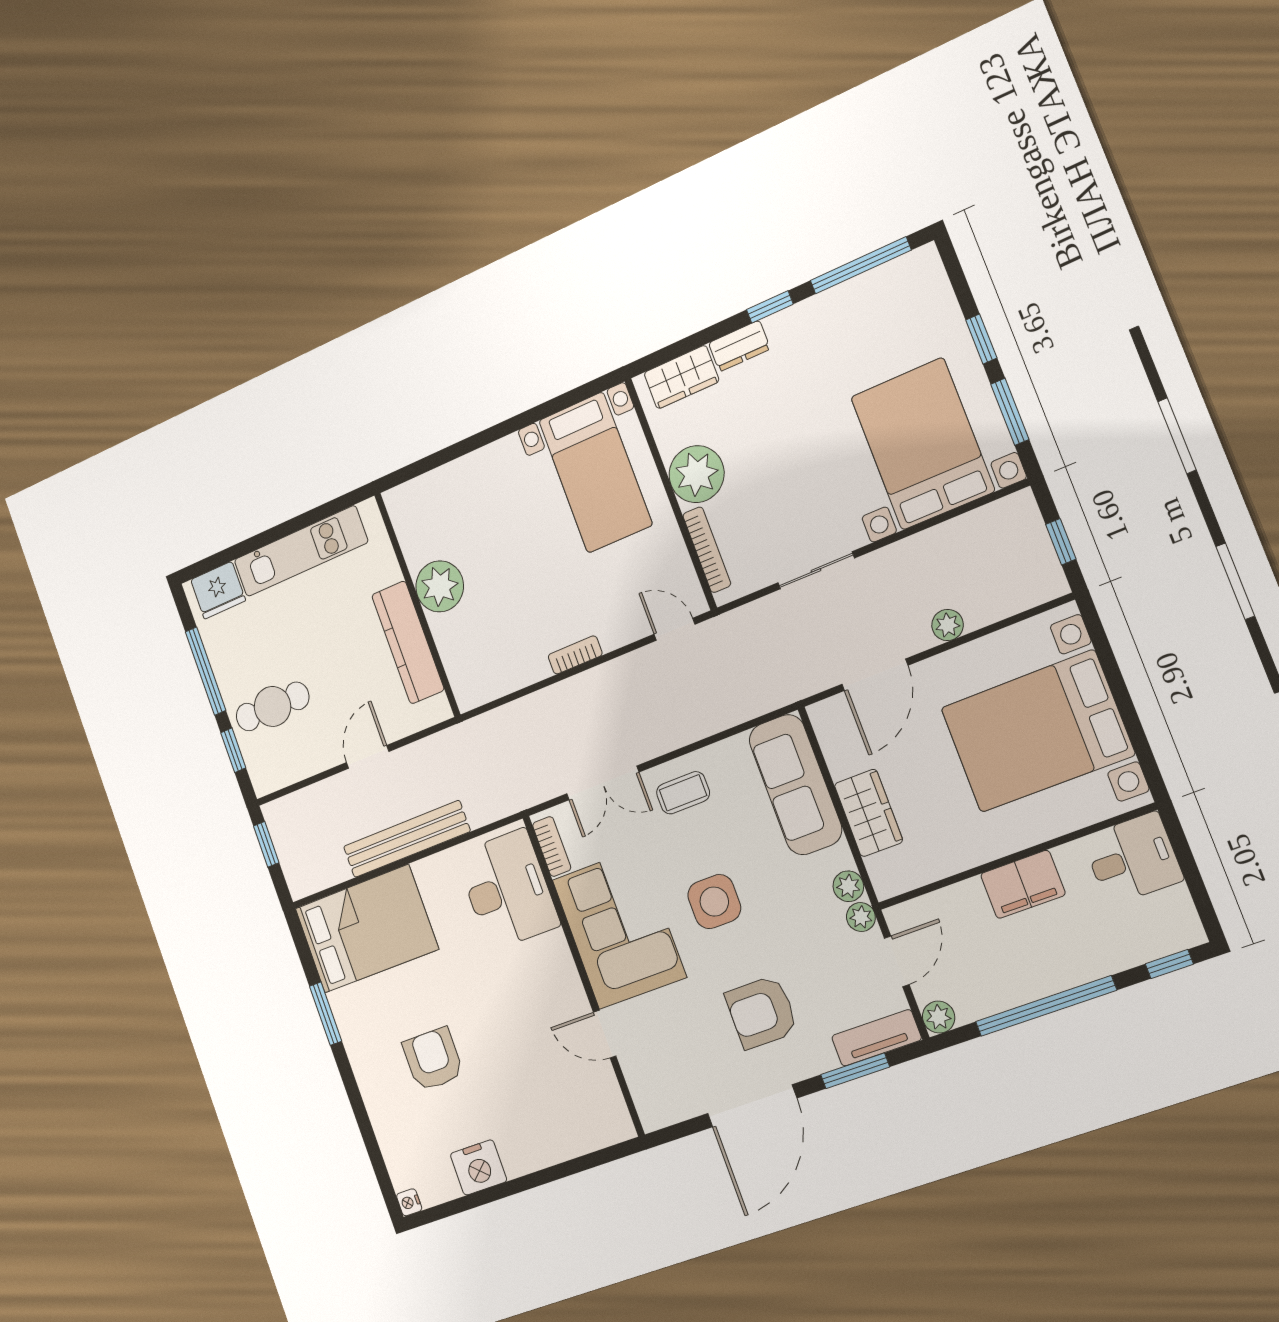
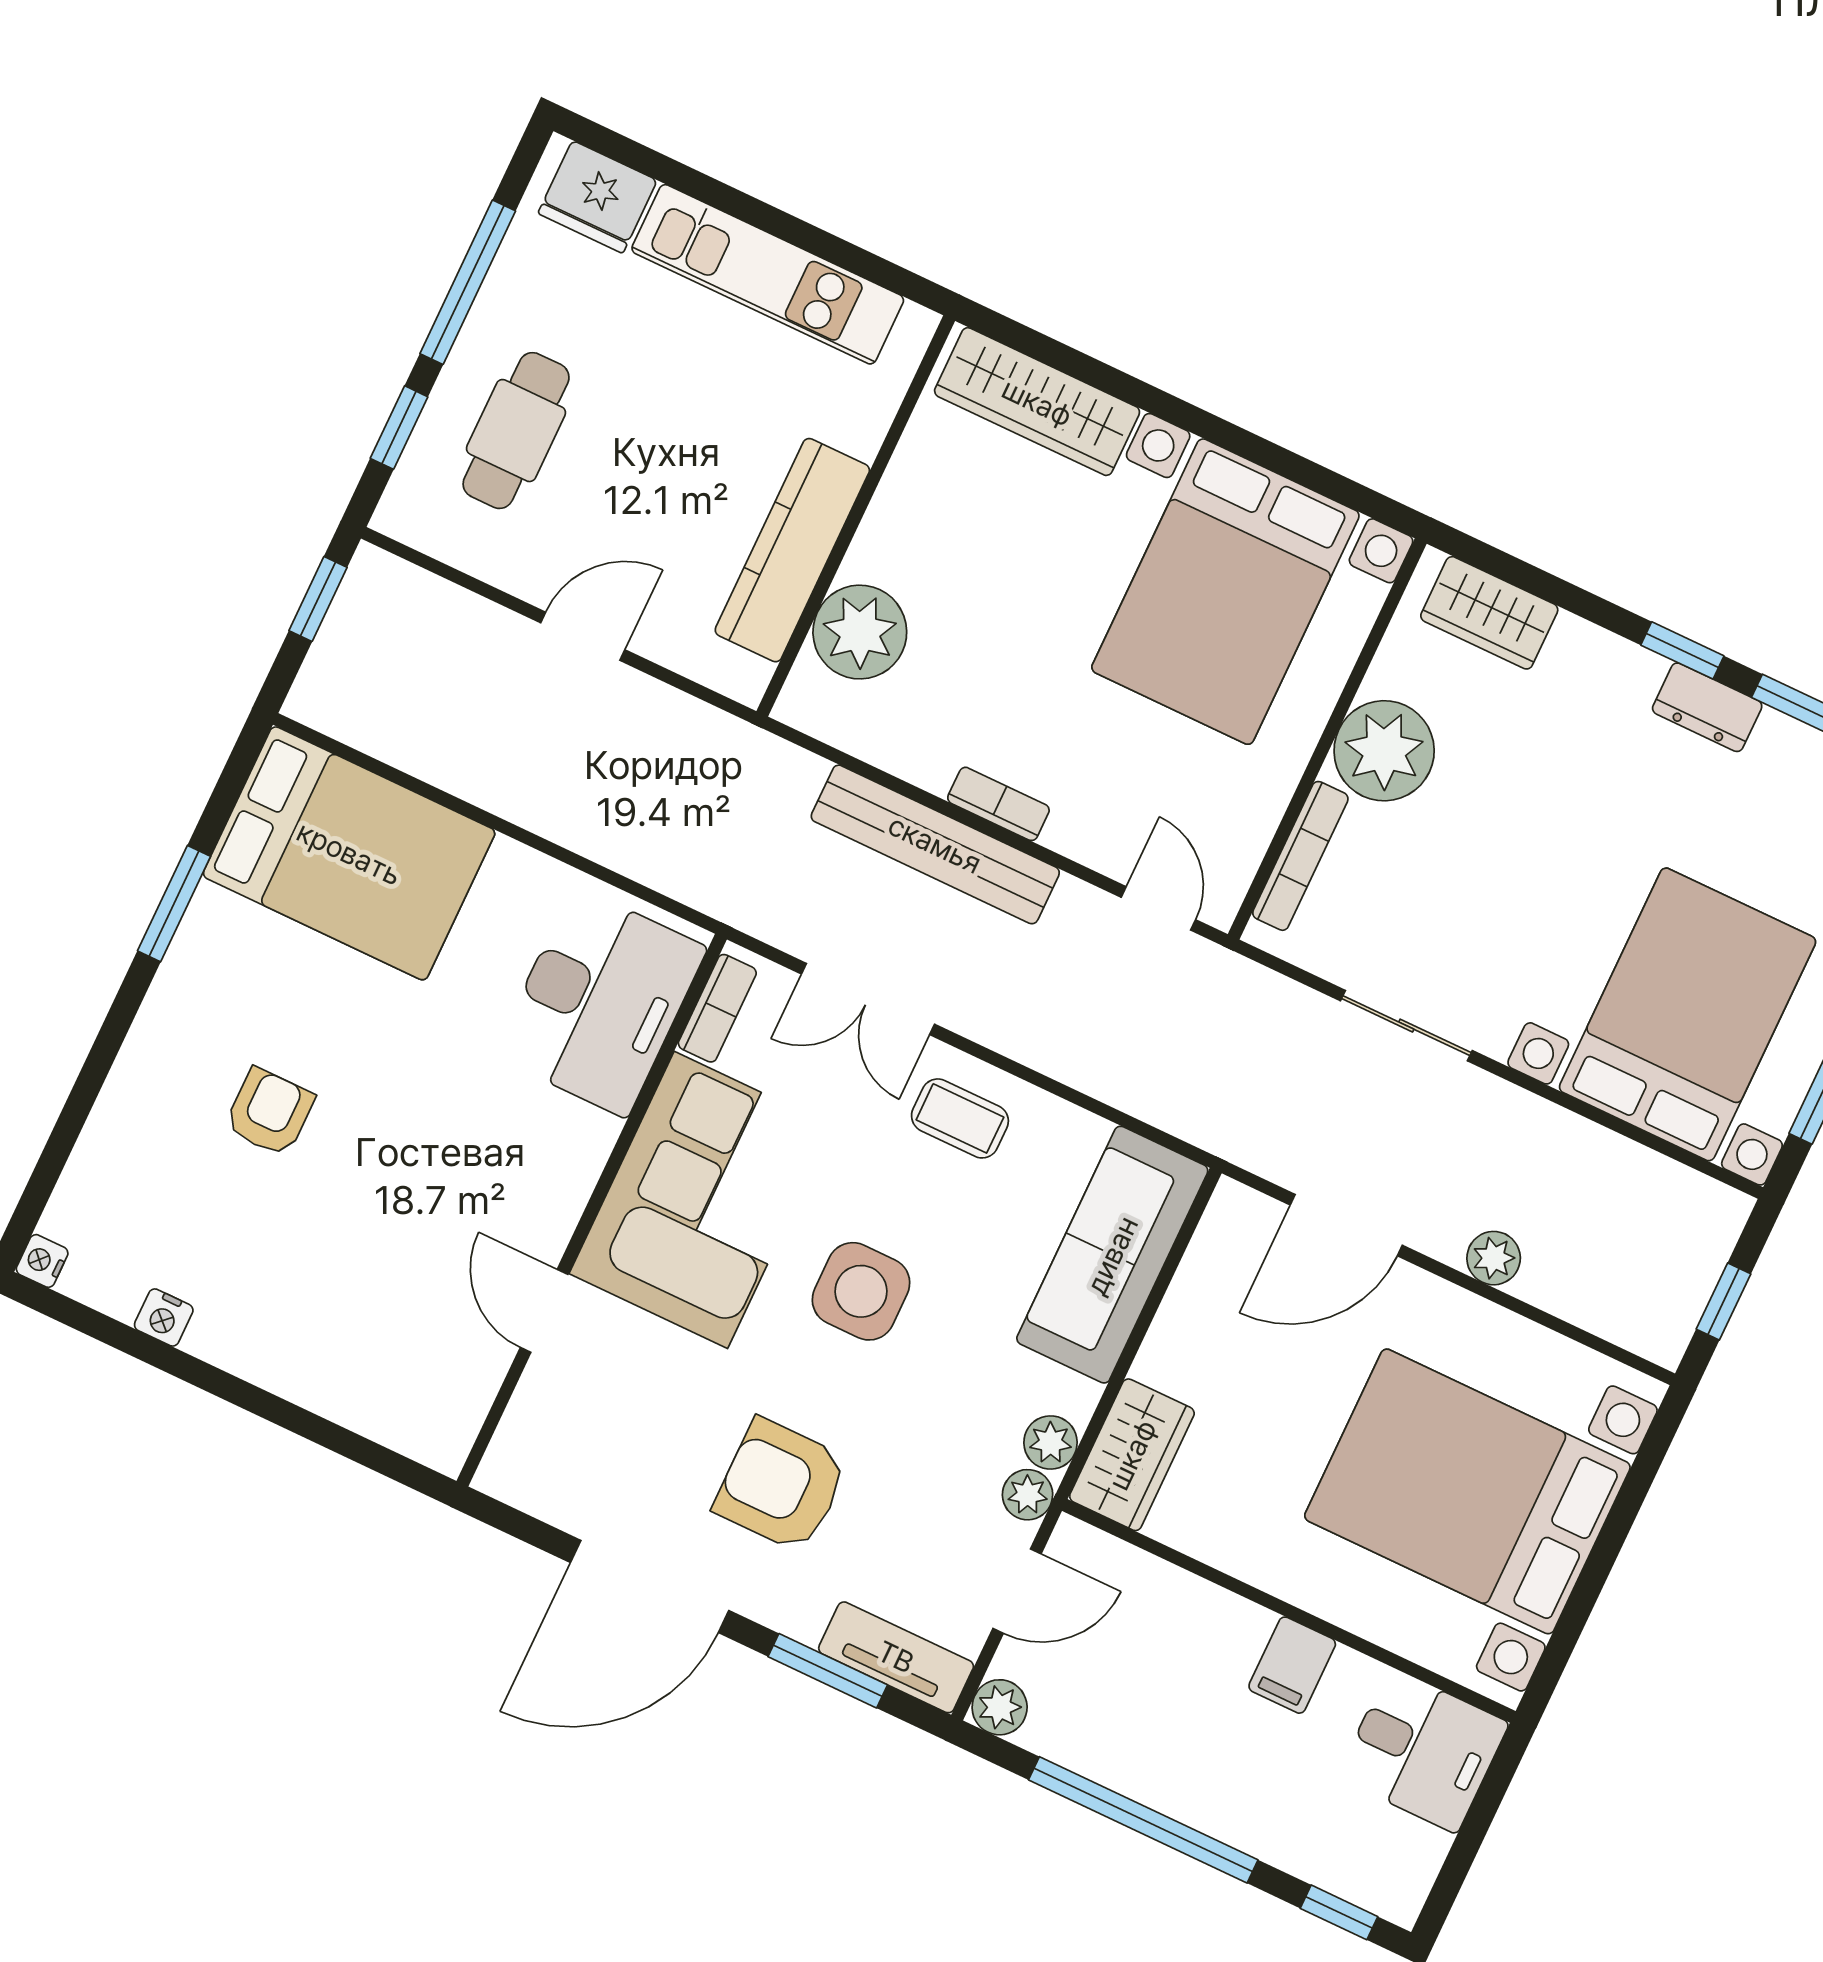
dresser: (739, 346) -> (1707, 707), moved
bed with nightstands: (595, 473) -> (1225, 592), width x1.36
wardrobe: (438, 489) -> (1037, 402), added
plant: (440, 586) -> (860, 632), moved
cafe table: (272, 706) -> (516, 431), turned 90
wardrobe: (869, 813) -> (1132, 1455), moved
bench: (407, 839) -> (935, 844), moved
filing cabinet: (1023, 884) -> (1292, 1665), width x0.50
armchair: (433, 1059) -> (270, 1112), width x0.72, depth x0.72
nightstand: (479, 1167) -> (164, 1318), width x0.53, depth x0.56

